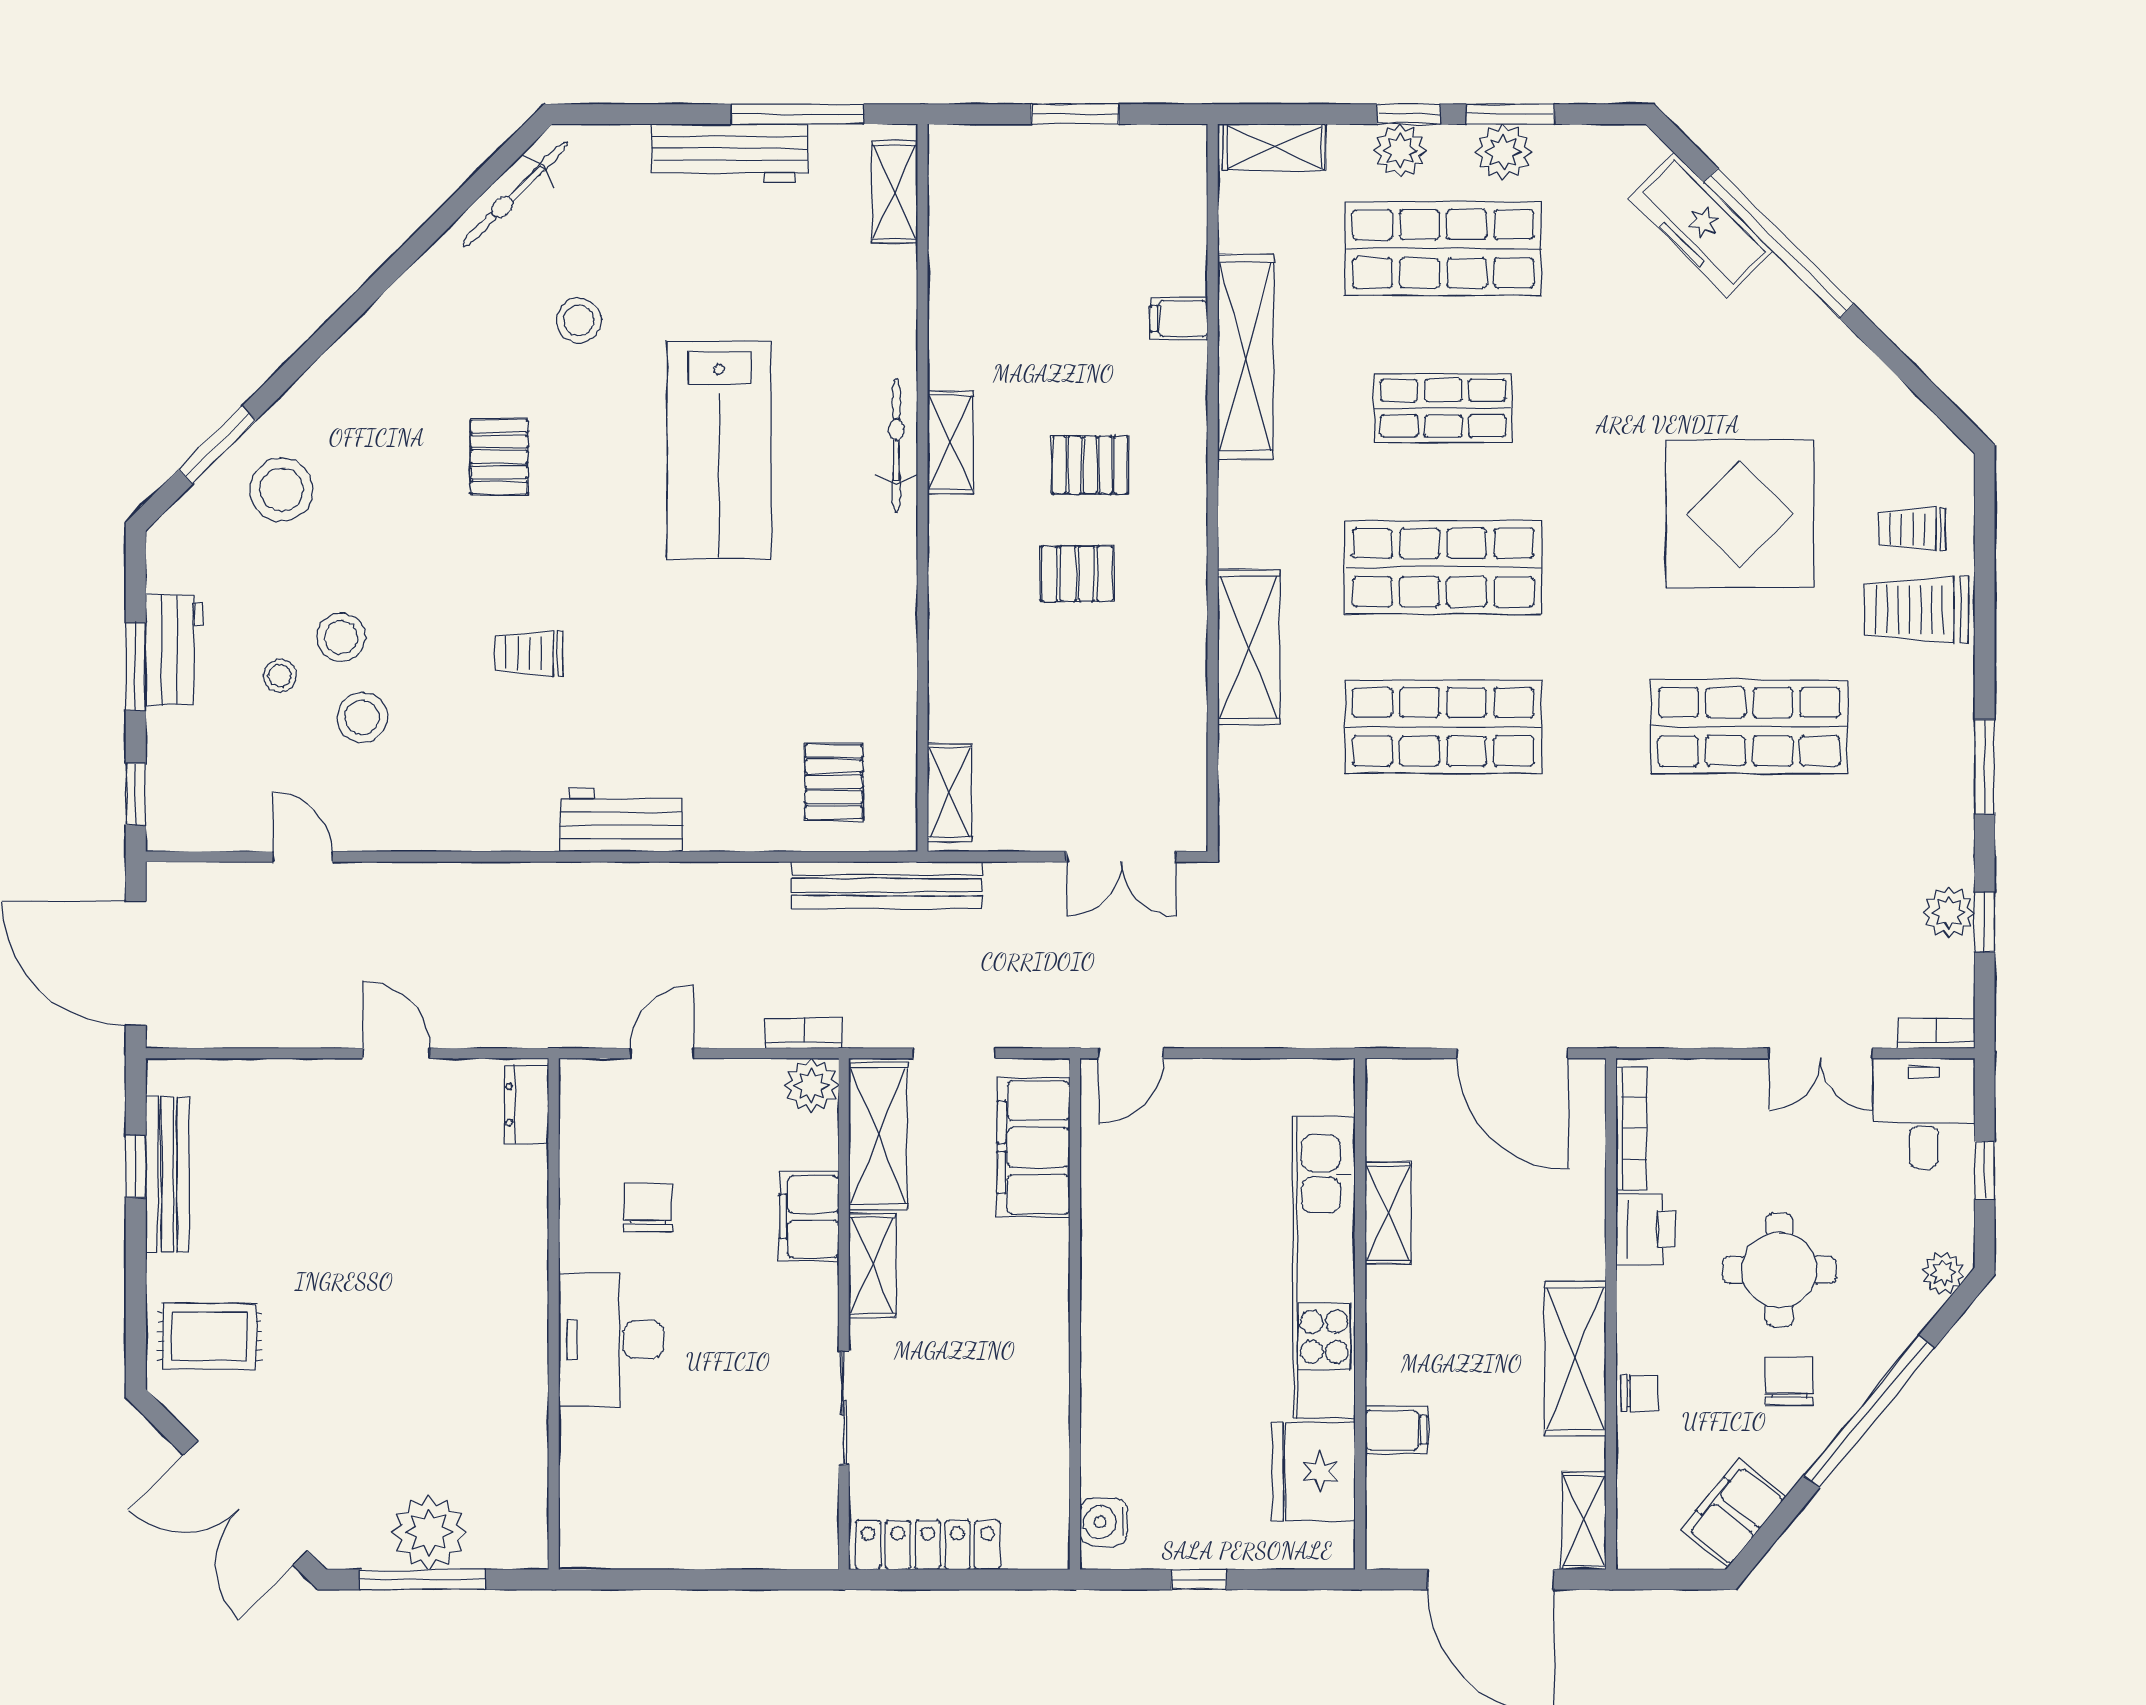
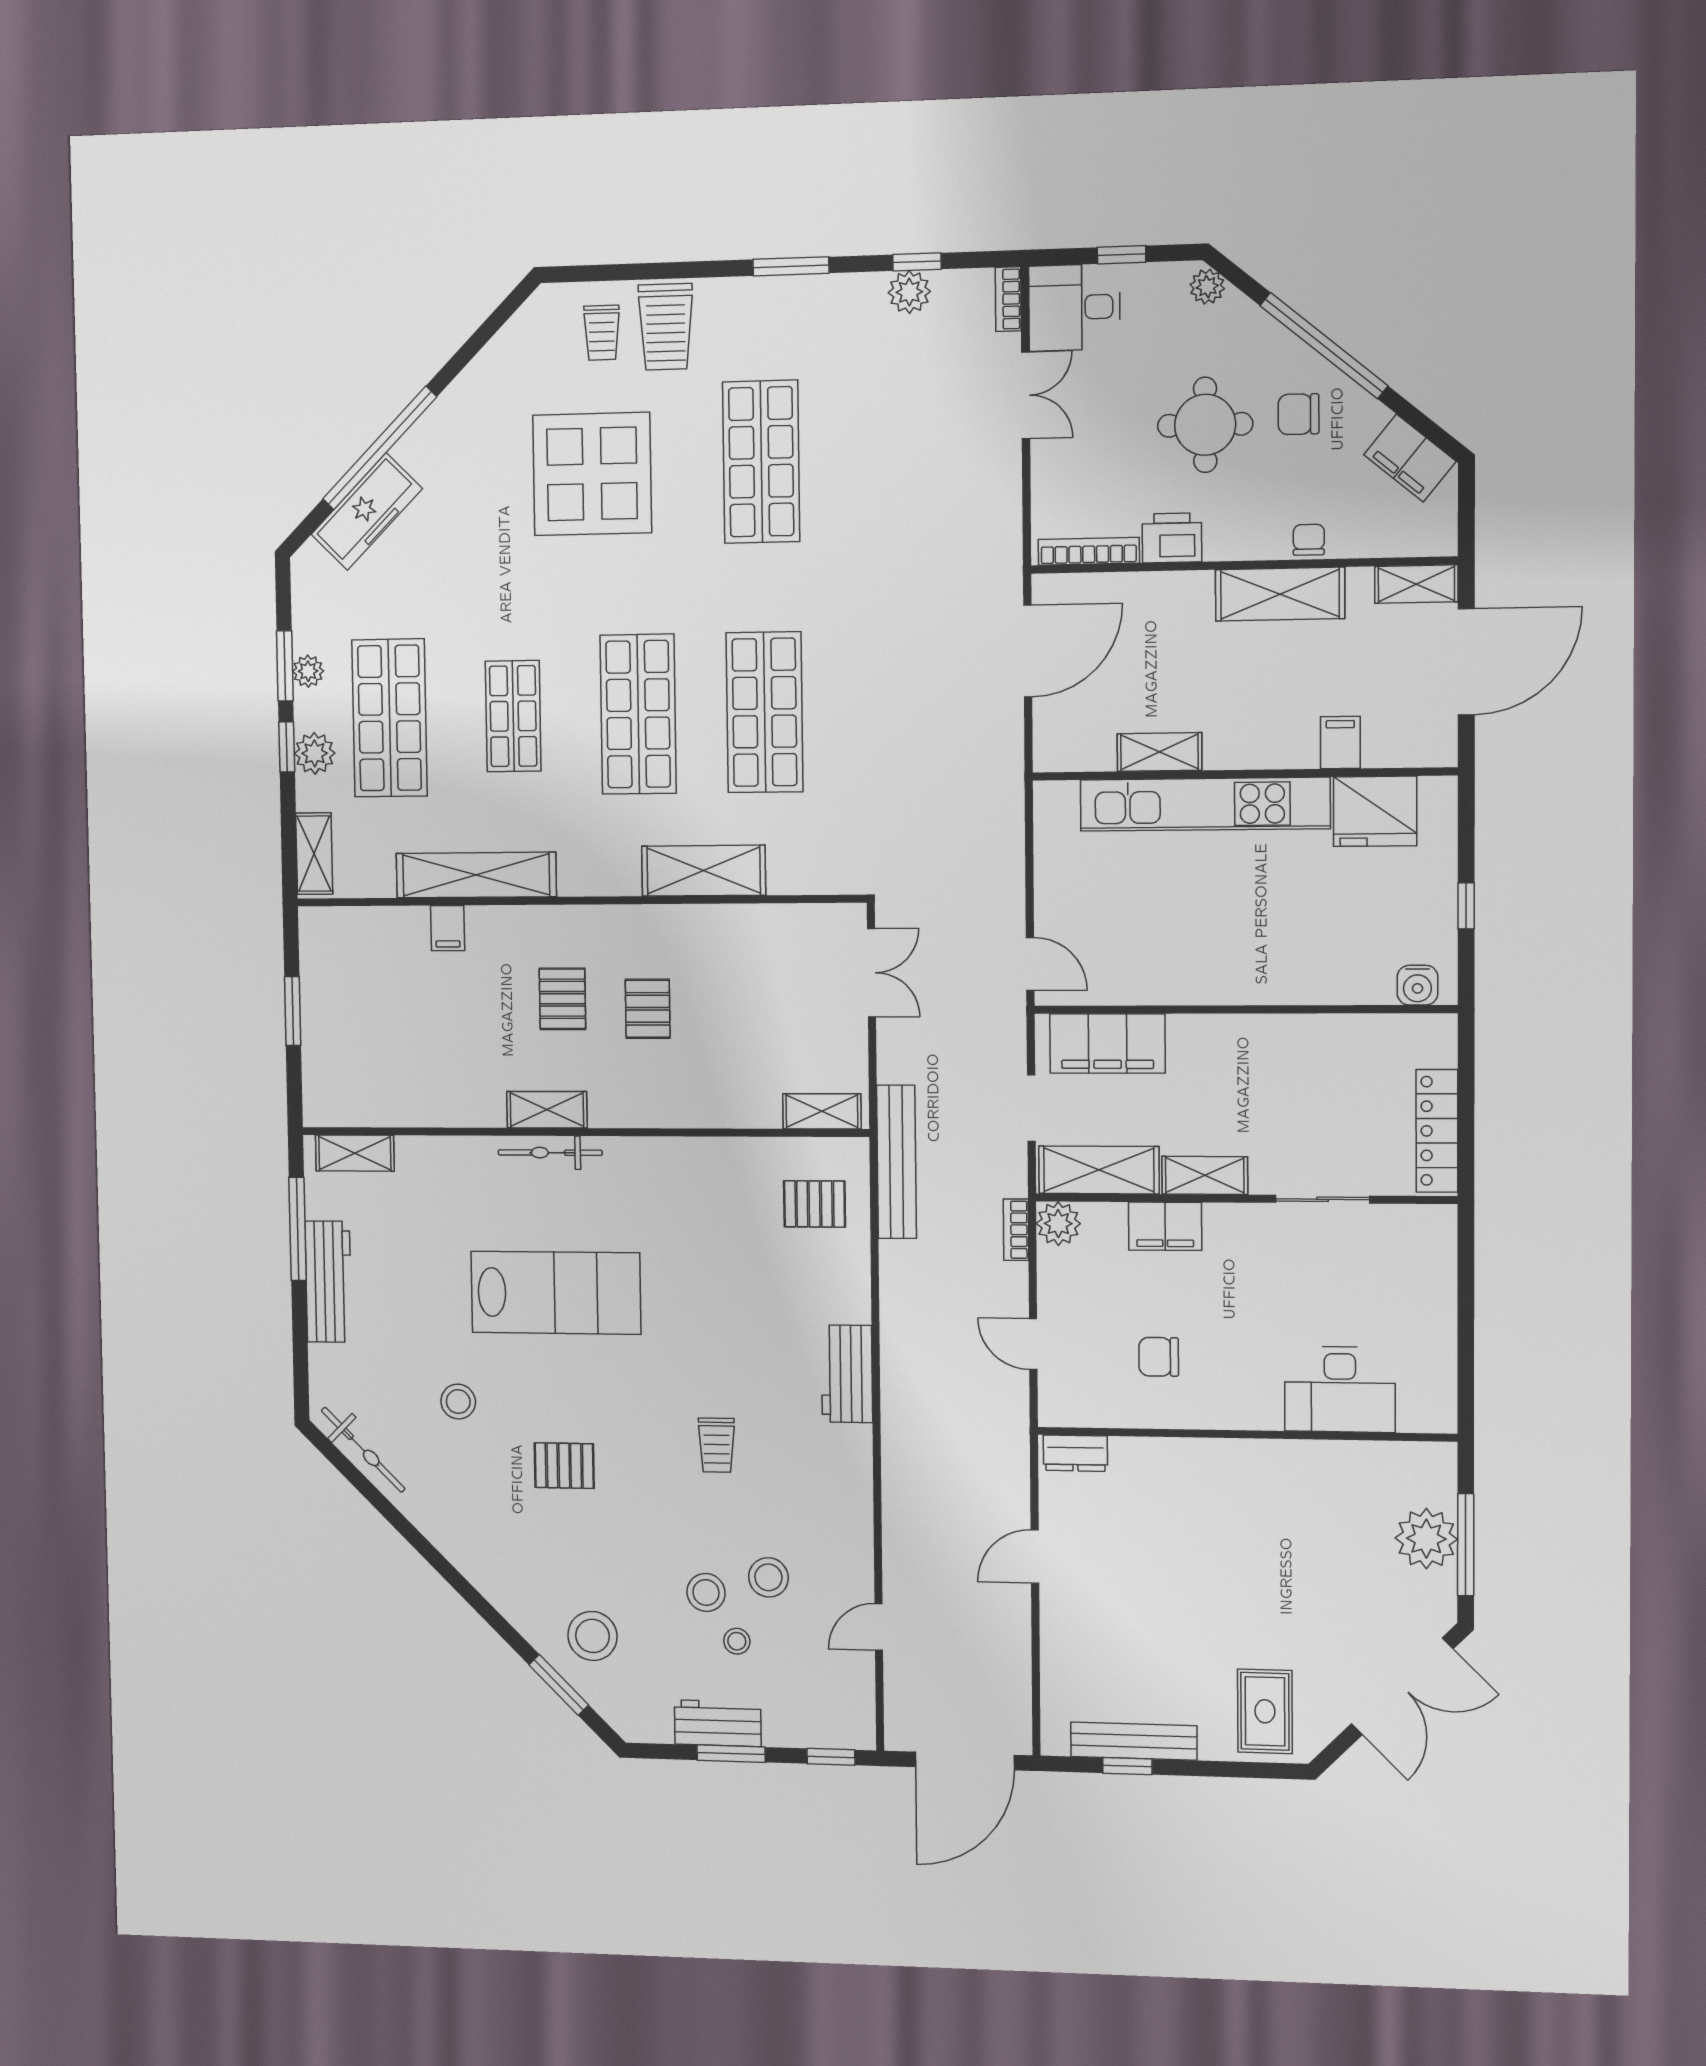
plant: (1503, 152) -> (308, 671), width x0.73, depth x0.73
desk: (611, 1340) -> (1340, 1389), moved

